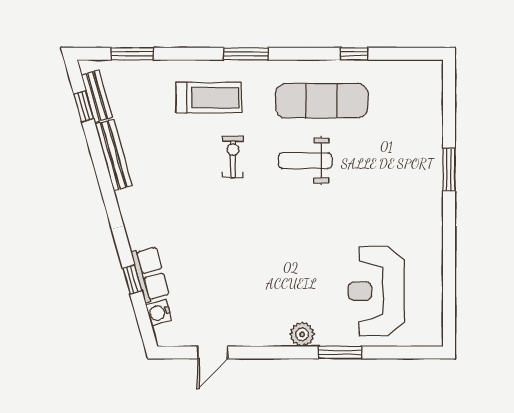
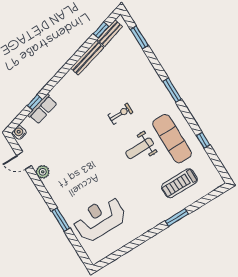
treadmill: (209, 98) -> (179, 183), moved, turned 90
weight bench: (305, 161) -> (140, 148), turned -90
water cooler: (159, 313) -> (19, 132), moved
plant: (302, 334) -> (43, 172), moved

